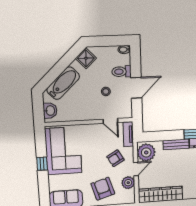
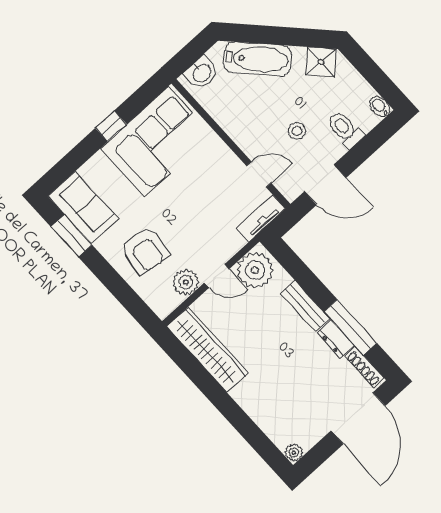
door: (136, 88) -> (325, 185), moved
door: (110, 121) -> (259, 174), swing flipped
armchair: (115, 158) -> (208, 230), removed
armchair: (103, 189) -> (145, 250), turned 115

